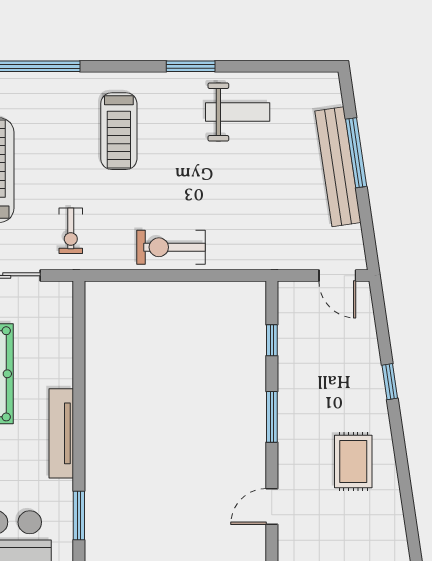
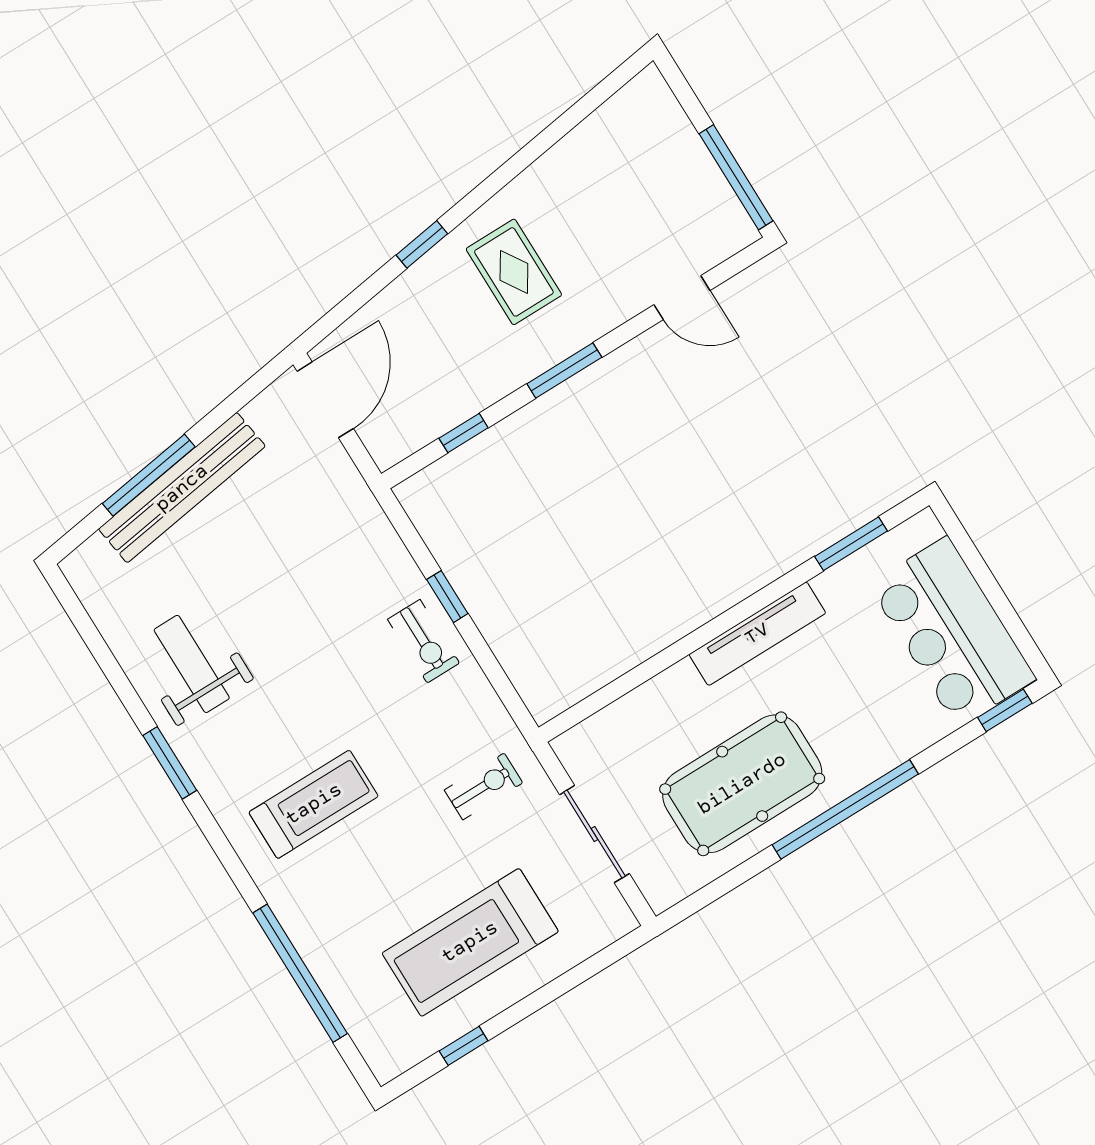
exercise bike: (171, 247) -> (424, 641), width x0.73, depth x0.72
window: (187, 276) -> (447, 597), added
door: (337, 276) -> (325, 400), width x1.38
rug: (353, 462) -> (514, 272), moved, turned 90

